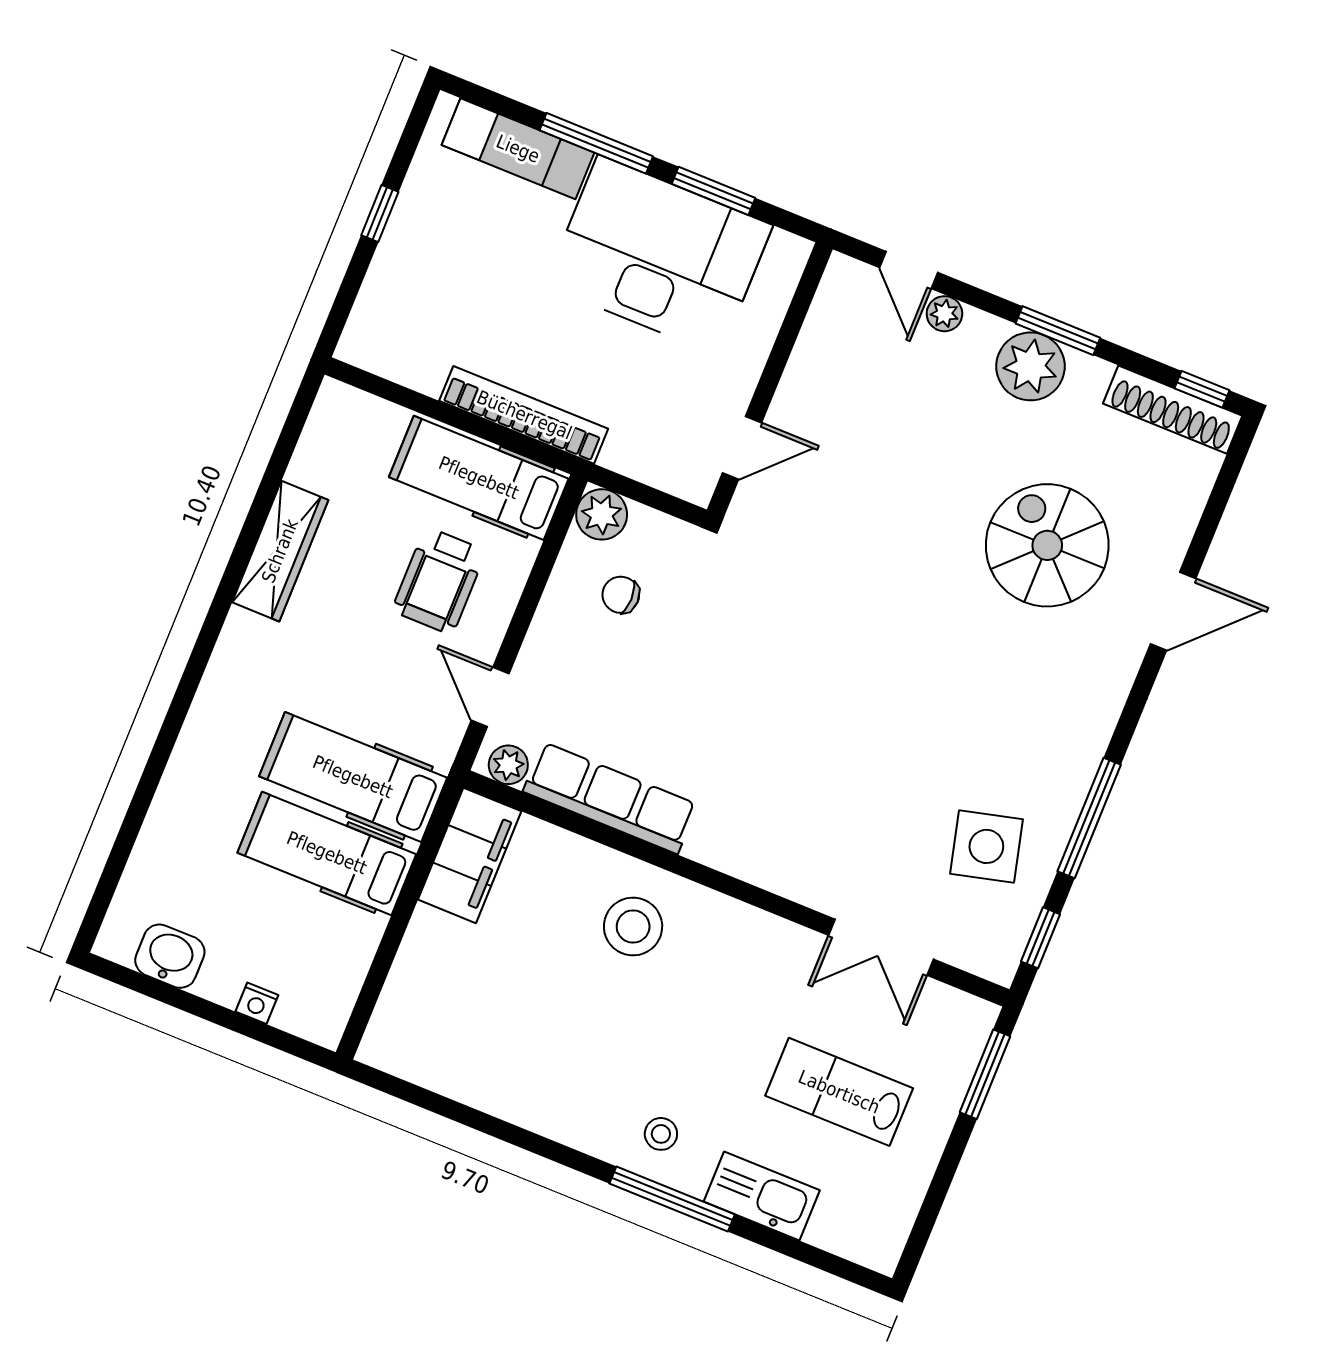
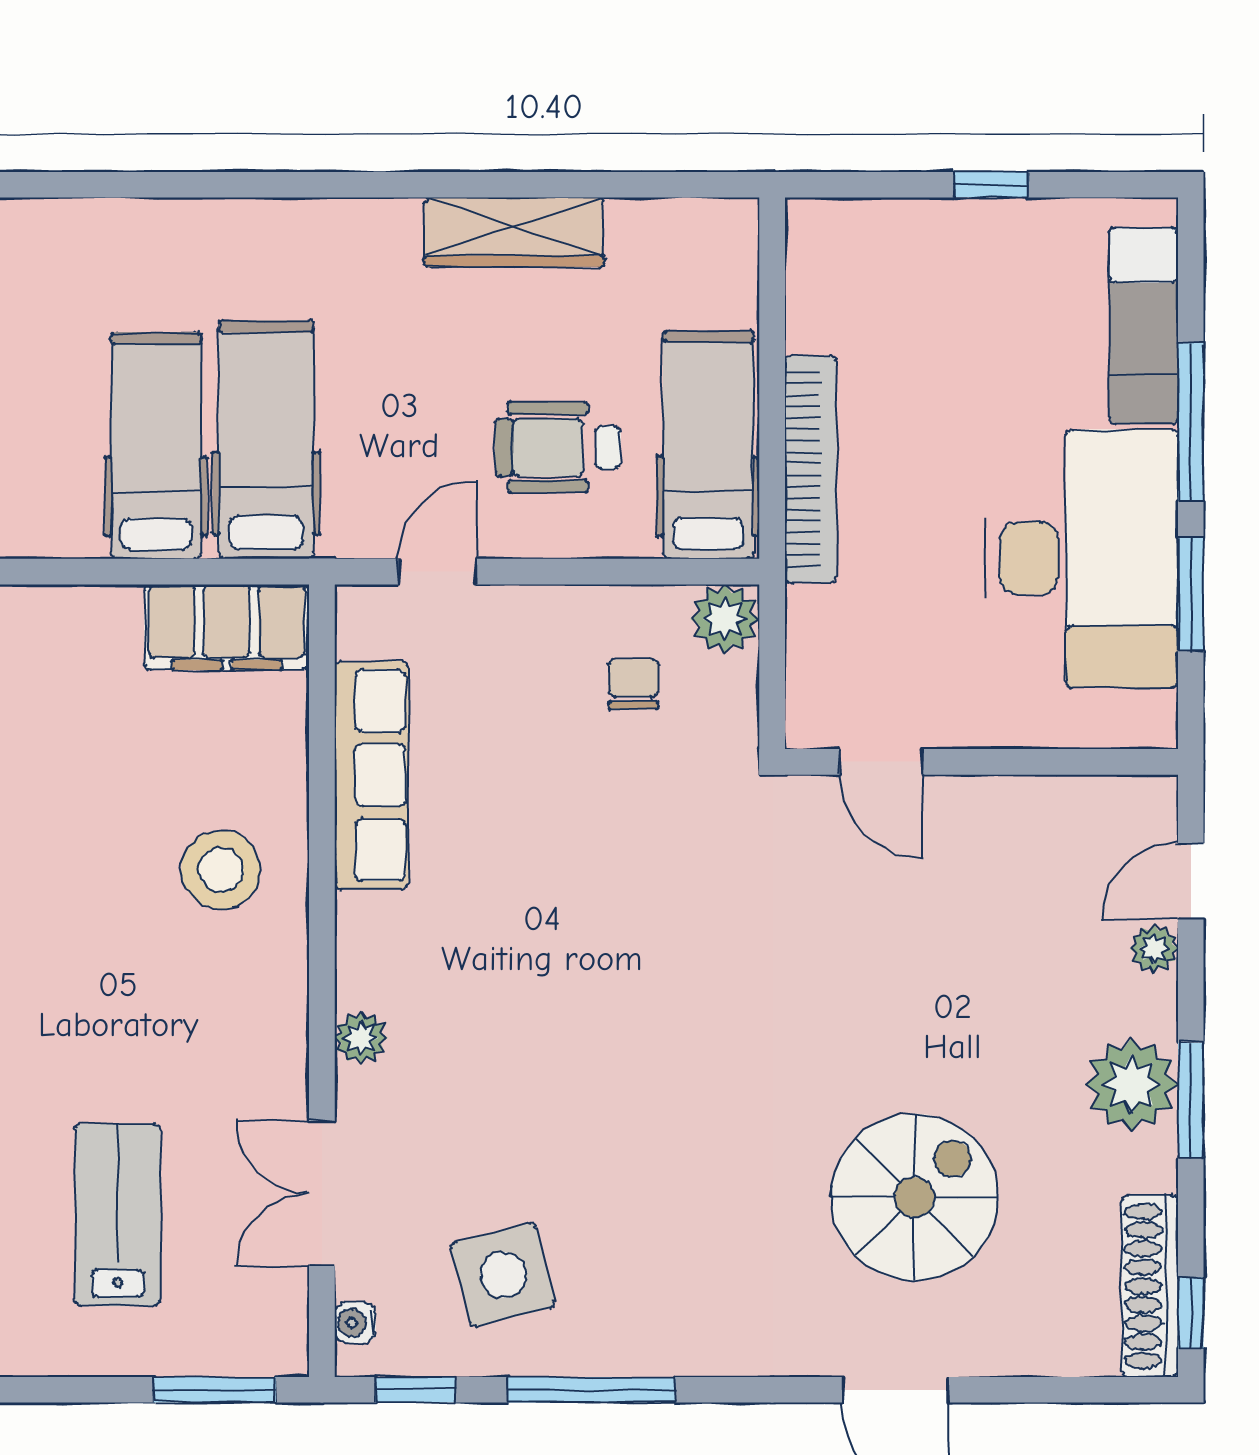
plant: (508, 765) -> (361, 1038), moved
water cooler: (978, 960) -> (355, 1323), added

